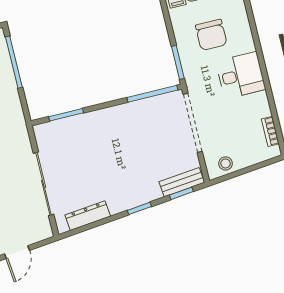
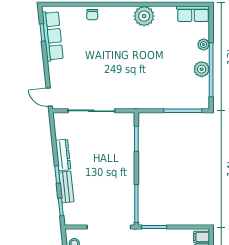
bench: (182, 182) -> (66, 187), moved
dresser: (88, 216) -> (63, 155), moved
door: (17, 252) -> (49, 97), moved

